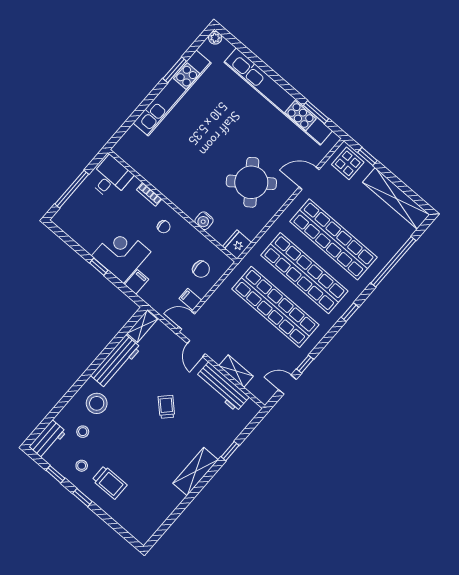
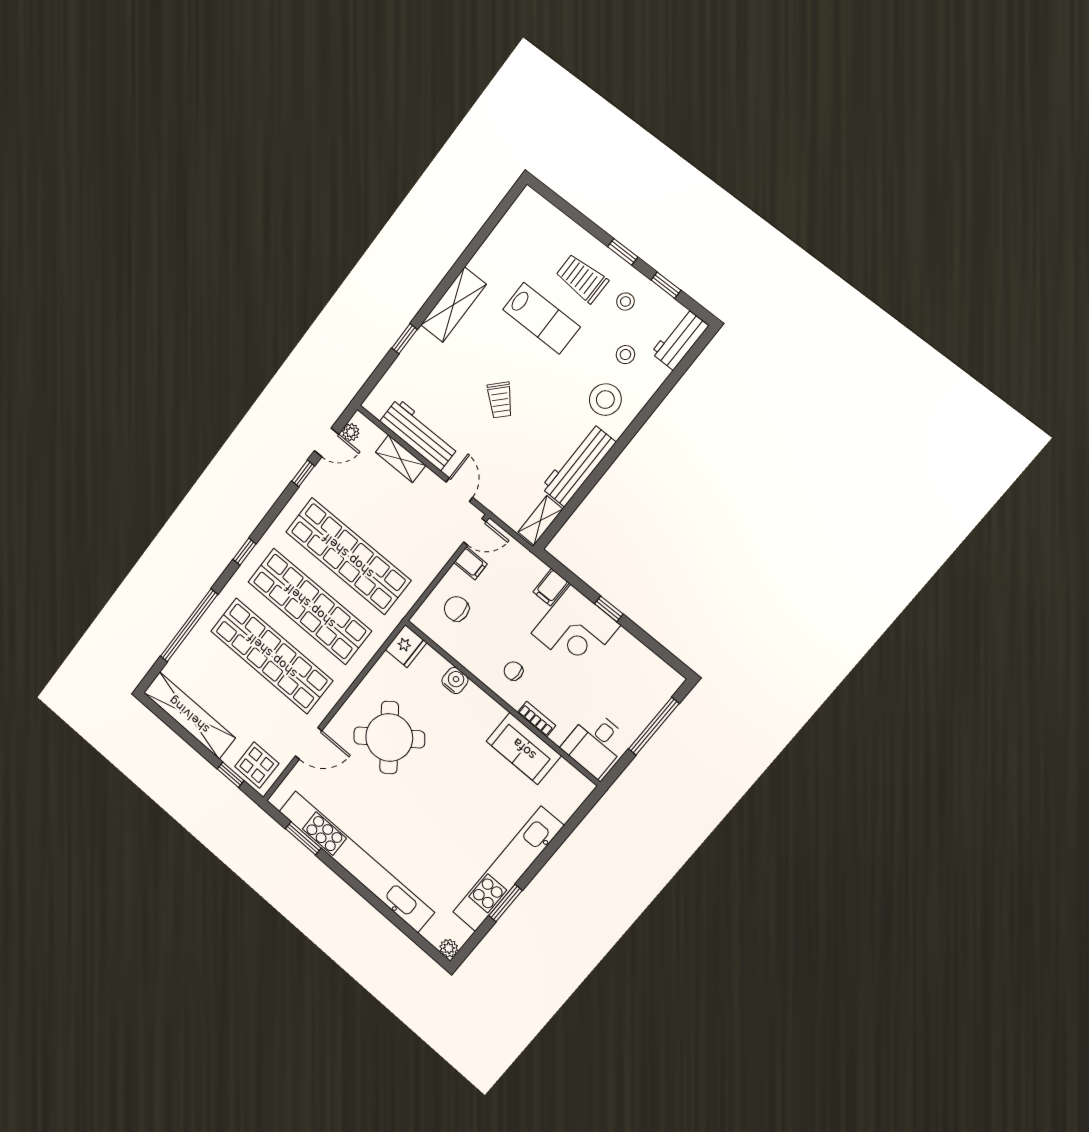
sofa: (159, 175) -> (524, 749), added
plant: (270, 391) -> (351, 432), added
lab bench: (137, 459) -> (541, 318), added

